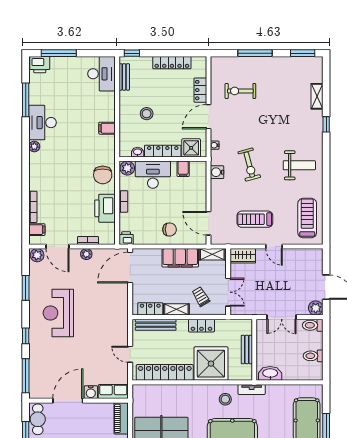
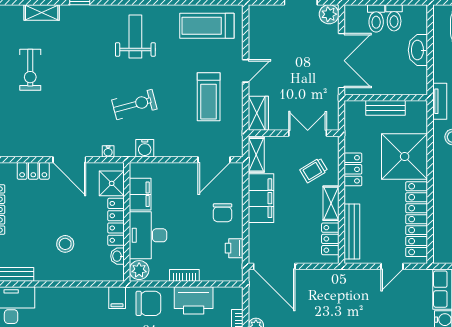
exercise bike: (240, 91) -> (30, 70), moved
filing cabinet: (107, 128) -> (117, 298), moved
filing cabinet: (183, 169) -> (140, 194), width x2.00
chair: (170, 229) -> (223, 213), turned 180
printer: (126, 238) -> (234, 248), moved
double door: (282, 317) -> (341, 61), width x1.37
toilet: (313, 325) -> (376, 18), moved
washbasin: (270, 373) -> (418, 50), moved

